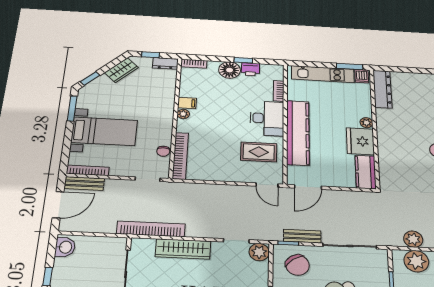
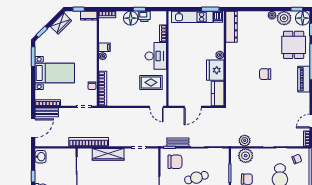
kitchen counter: (298, 133) -> (175, 66), removed
door: (308, 187) -> (193, 107), moved
plant: (259, 252) -> (152, 154), removed
chair: (297, 265) -> (175, 162), turned -55

